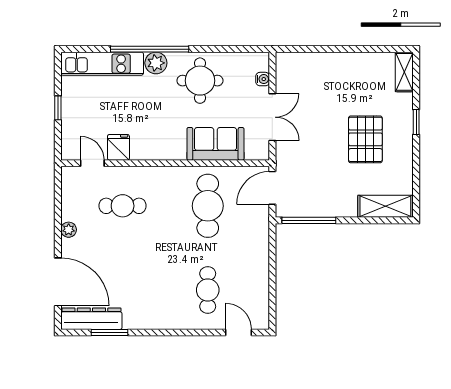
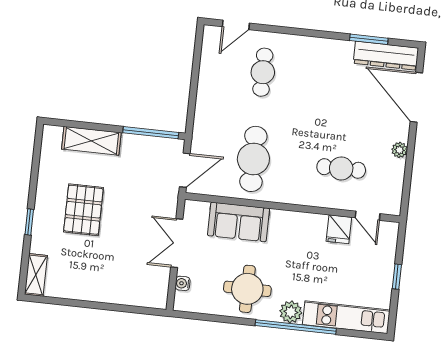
shelving: (385, 206) -> (91, 141), moved
door: (238, 333) -> (236, 25), hinge flipped

